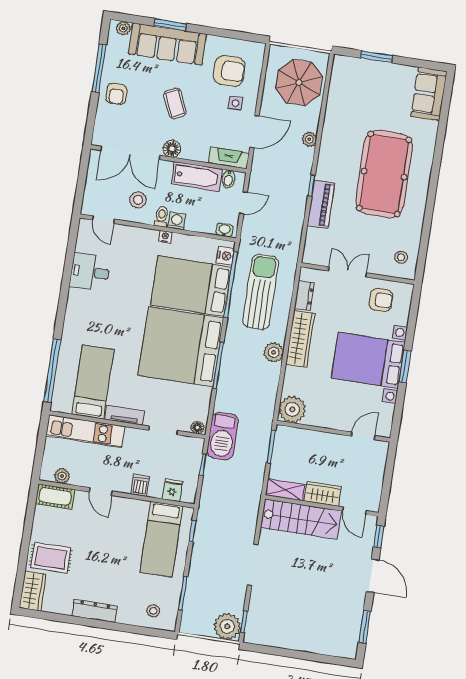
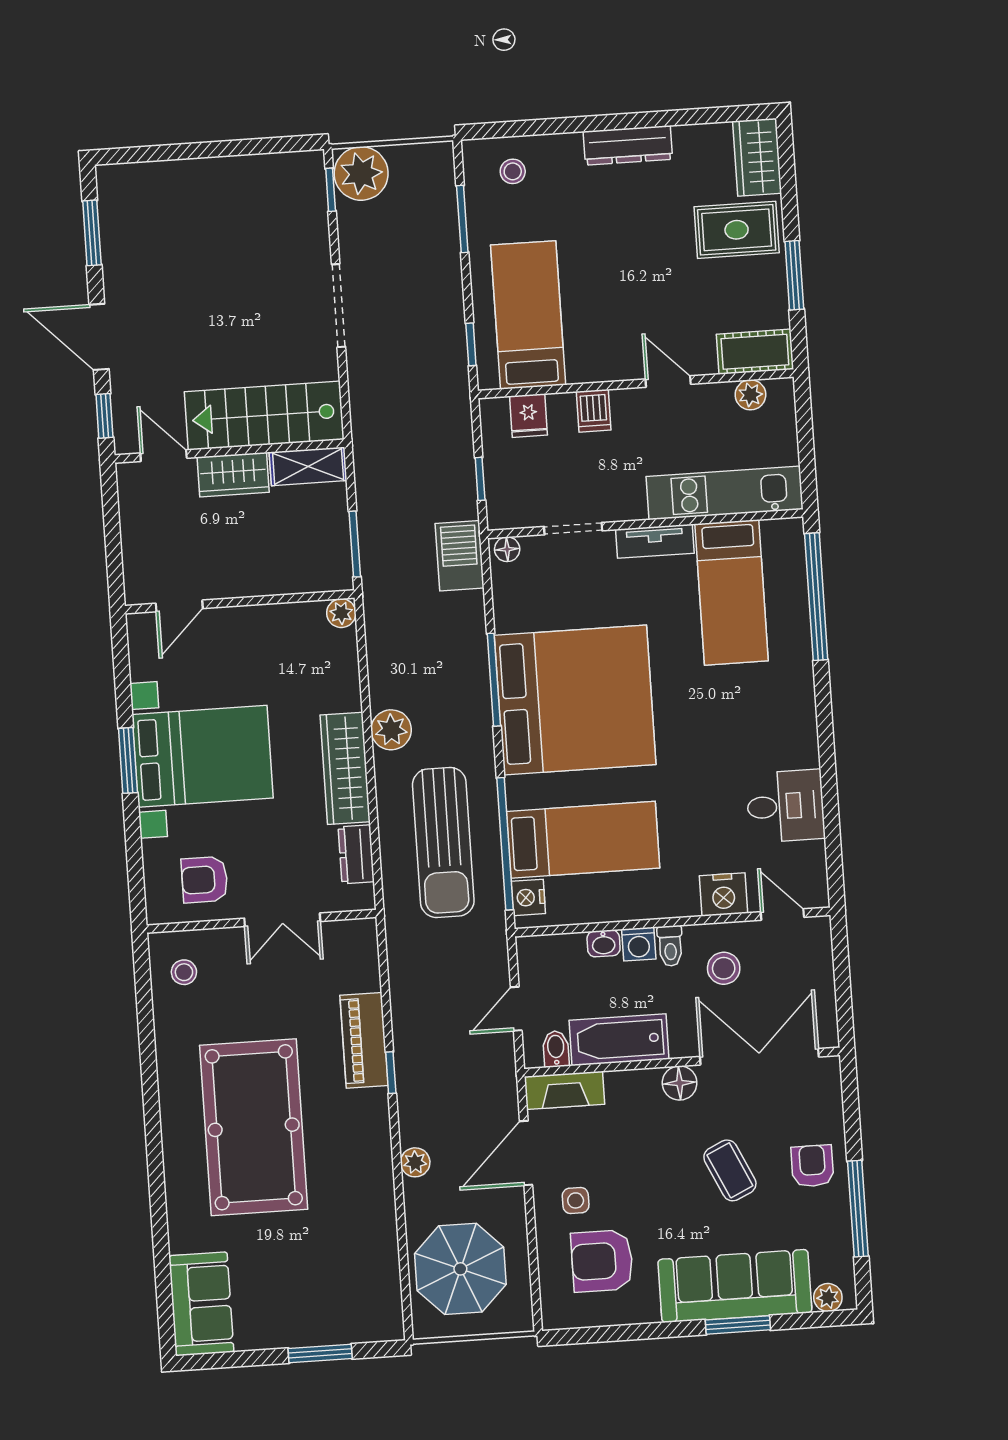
coffee table: (175, 103) -> (730, 1170), moved
washbasin: (225, 230) -> (604, 943), moved
nightstand: (165, 237) -> (723, 894), moved, width x1.89, depth x1.79
bed: (191, 286) -> (583, 840), width x0.67
plant: (292, 409) -> (341, 613), width x0.53, depth x0.53
barbecue: (223, 436) -> (460, 556), width x0.73, depth x0.83
window: (28, 529) -> (794, 275), added

